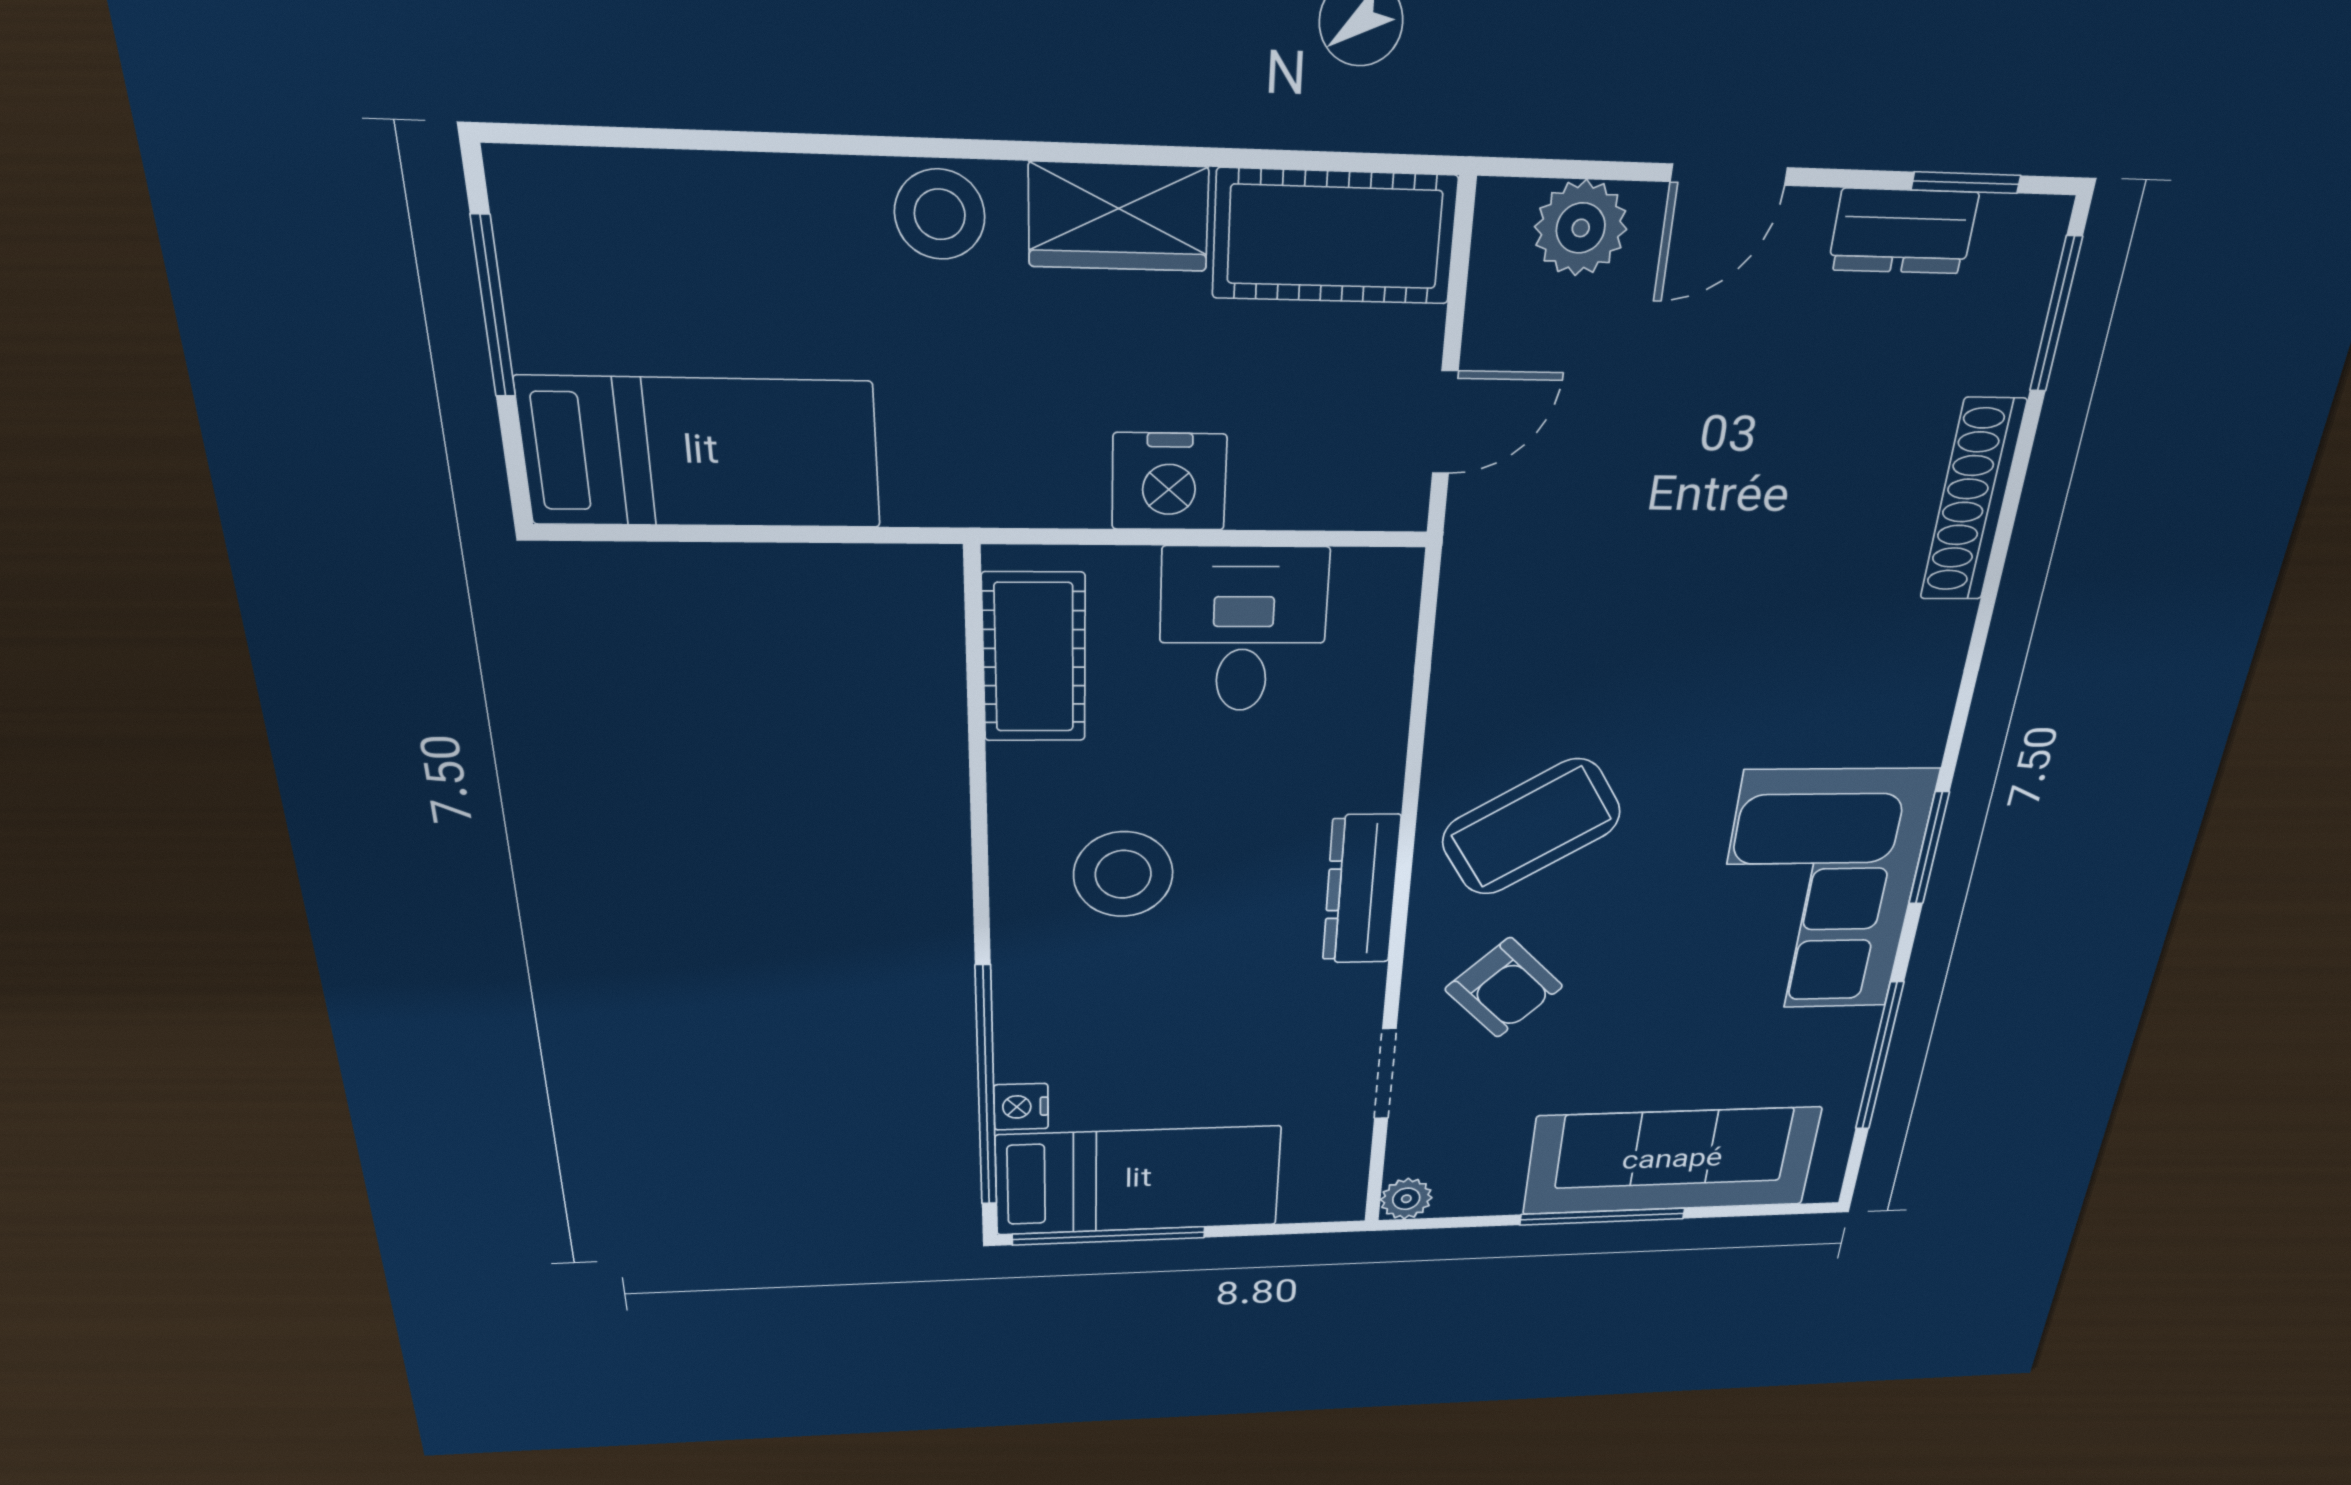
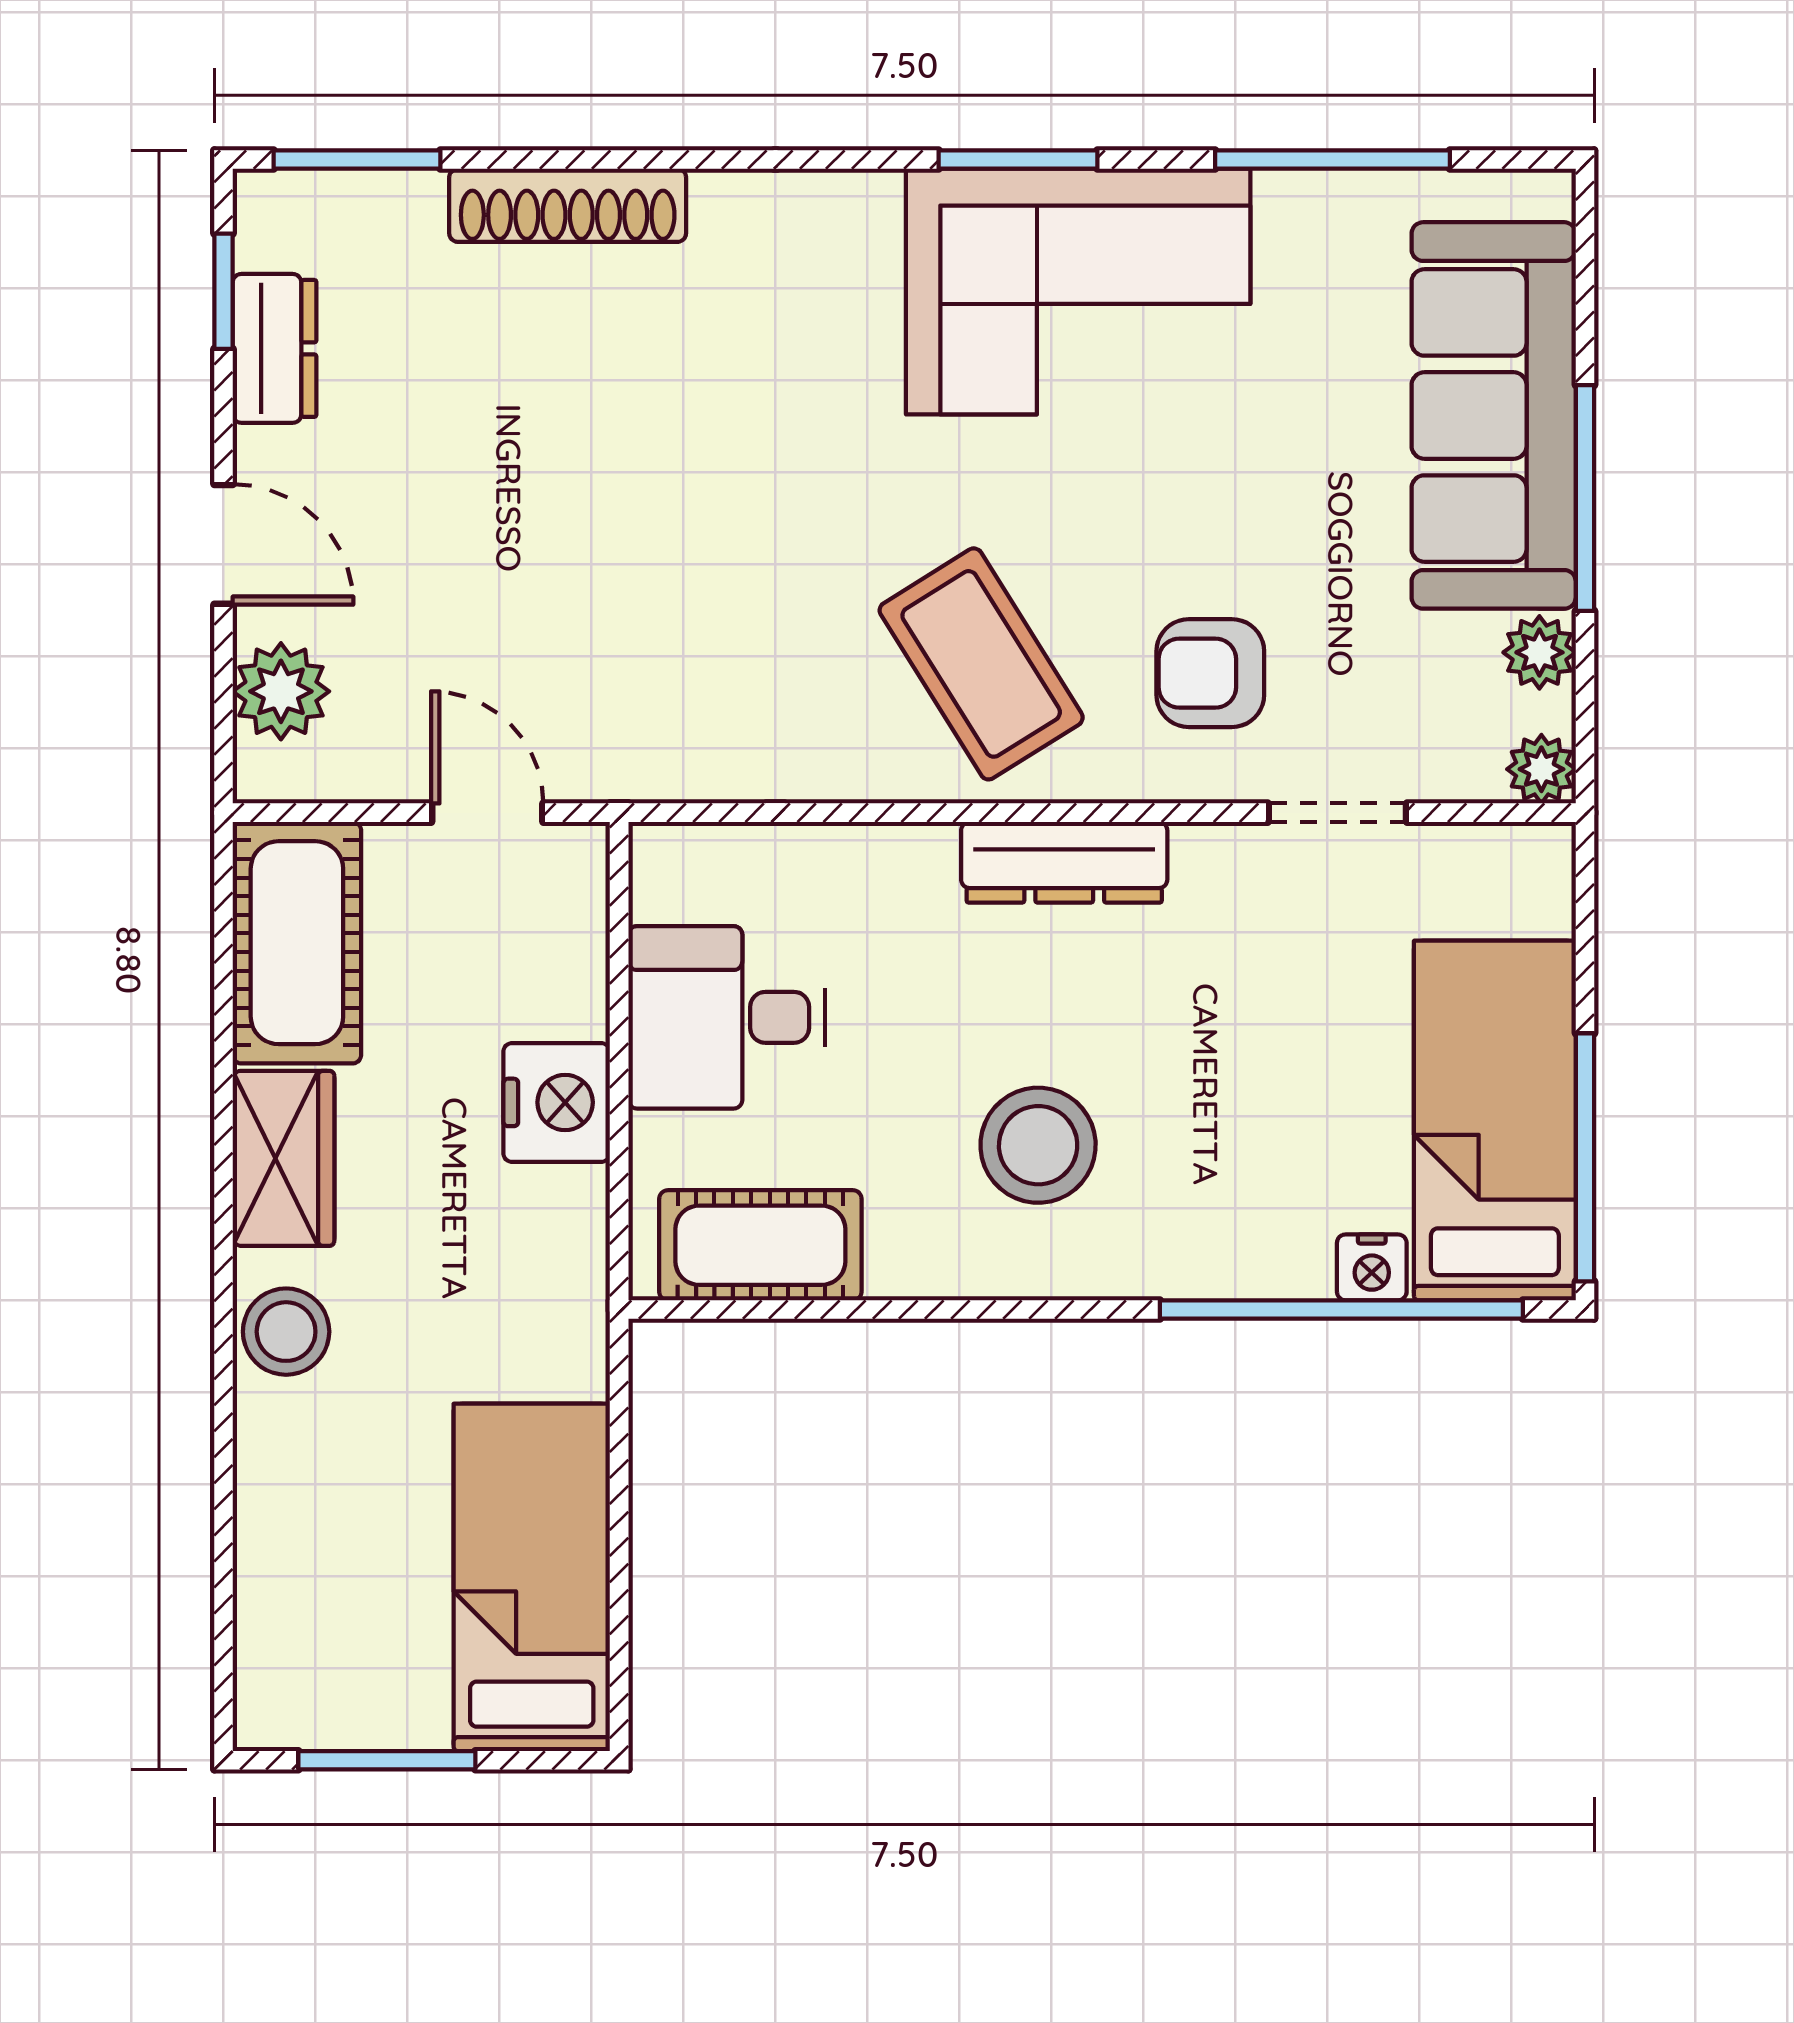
armchair: (1504, 988) -> (1210, 673), turned -135
plant: (1493, 1194) -> (1539, 652), added

